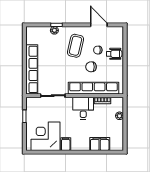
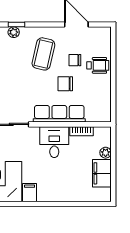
row of seats: (93, 88) -> (59, 114), width x0.73
filing cabinet: (100, 144) -> (102, 173), moved, turned -90

